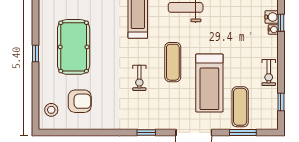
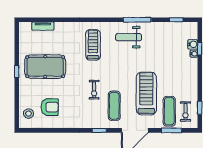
pool table: (74, 47) -> (45, 67), turned 90
exercise mat: (173, 62) -> (114, 106), moved
exercise bike: (269, 73) -> (186, 111), moved
treadmill: (209, 83) -> (146, 94), turned 180

